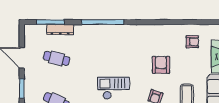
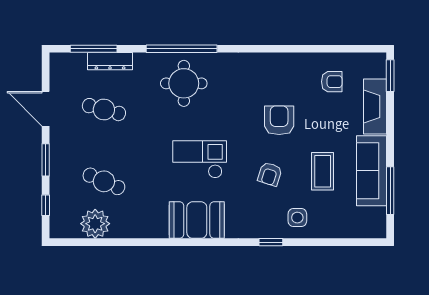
round table: (104, 43) -> (184, 83), added

